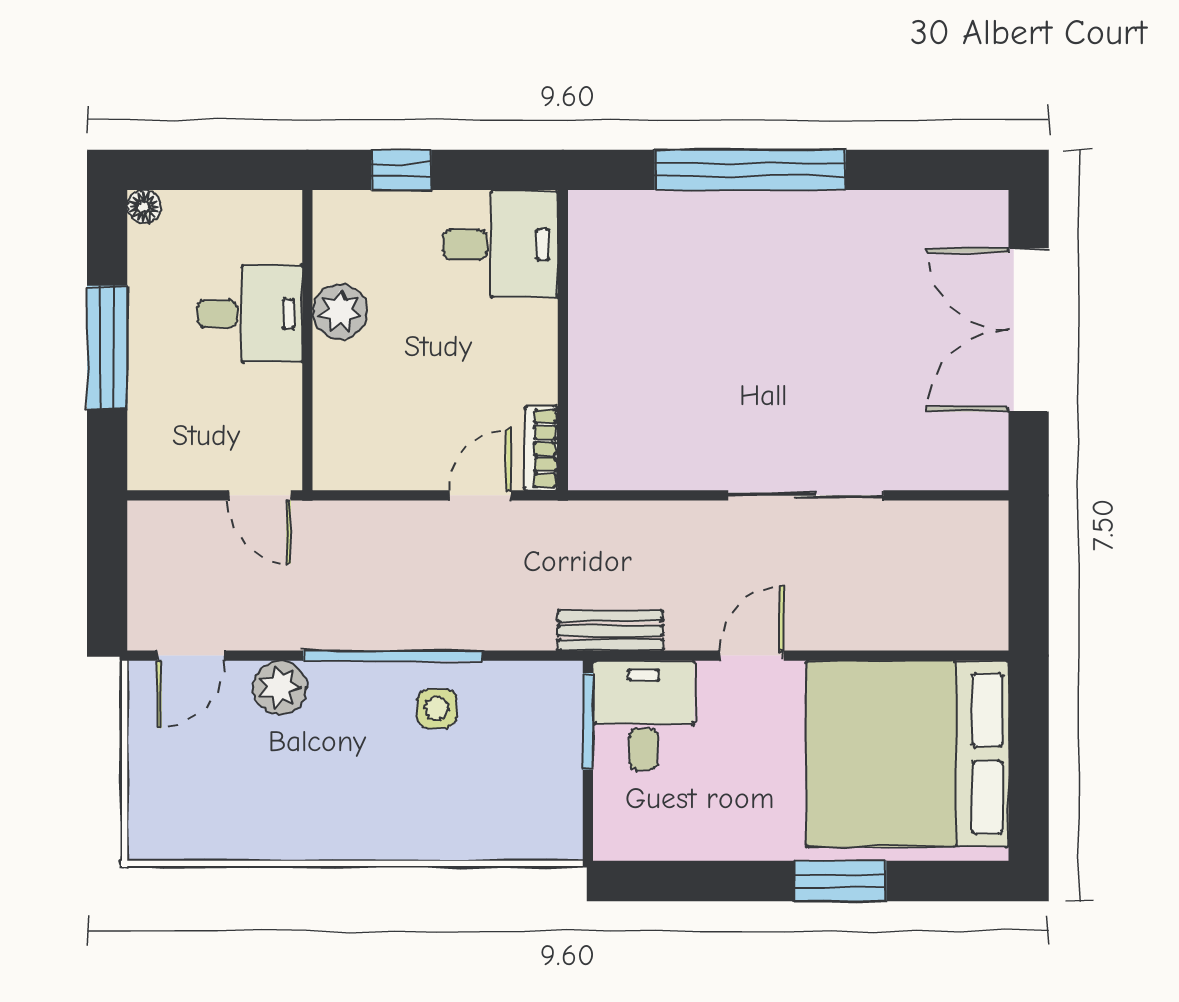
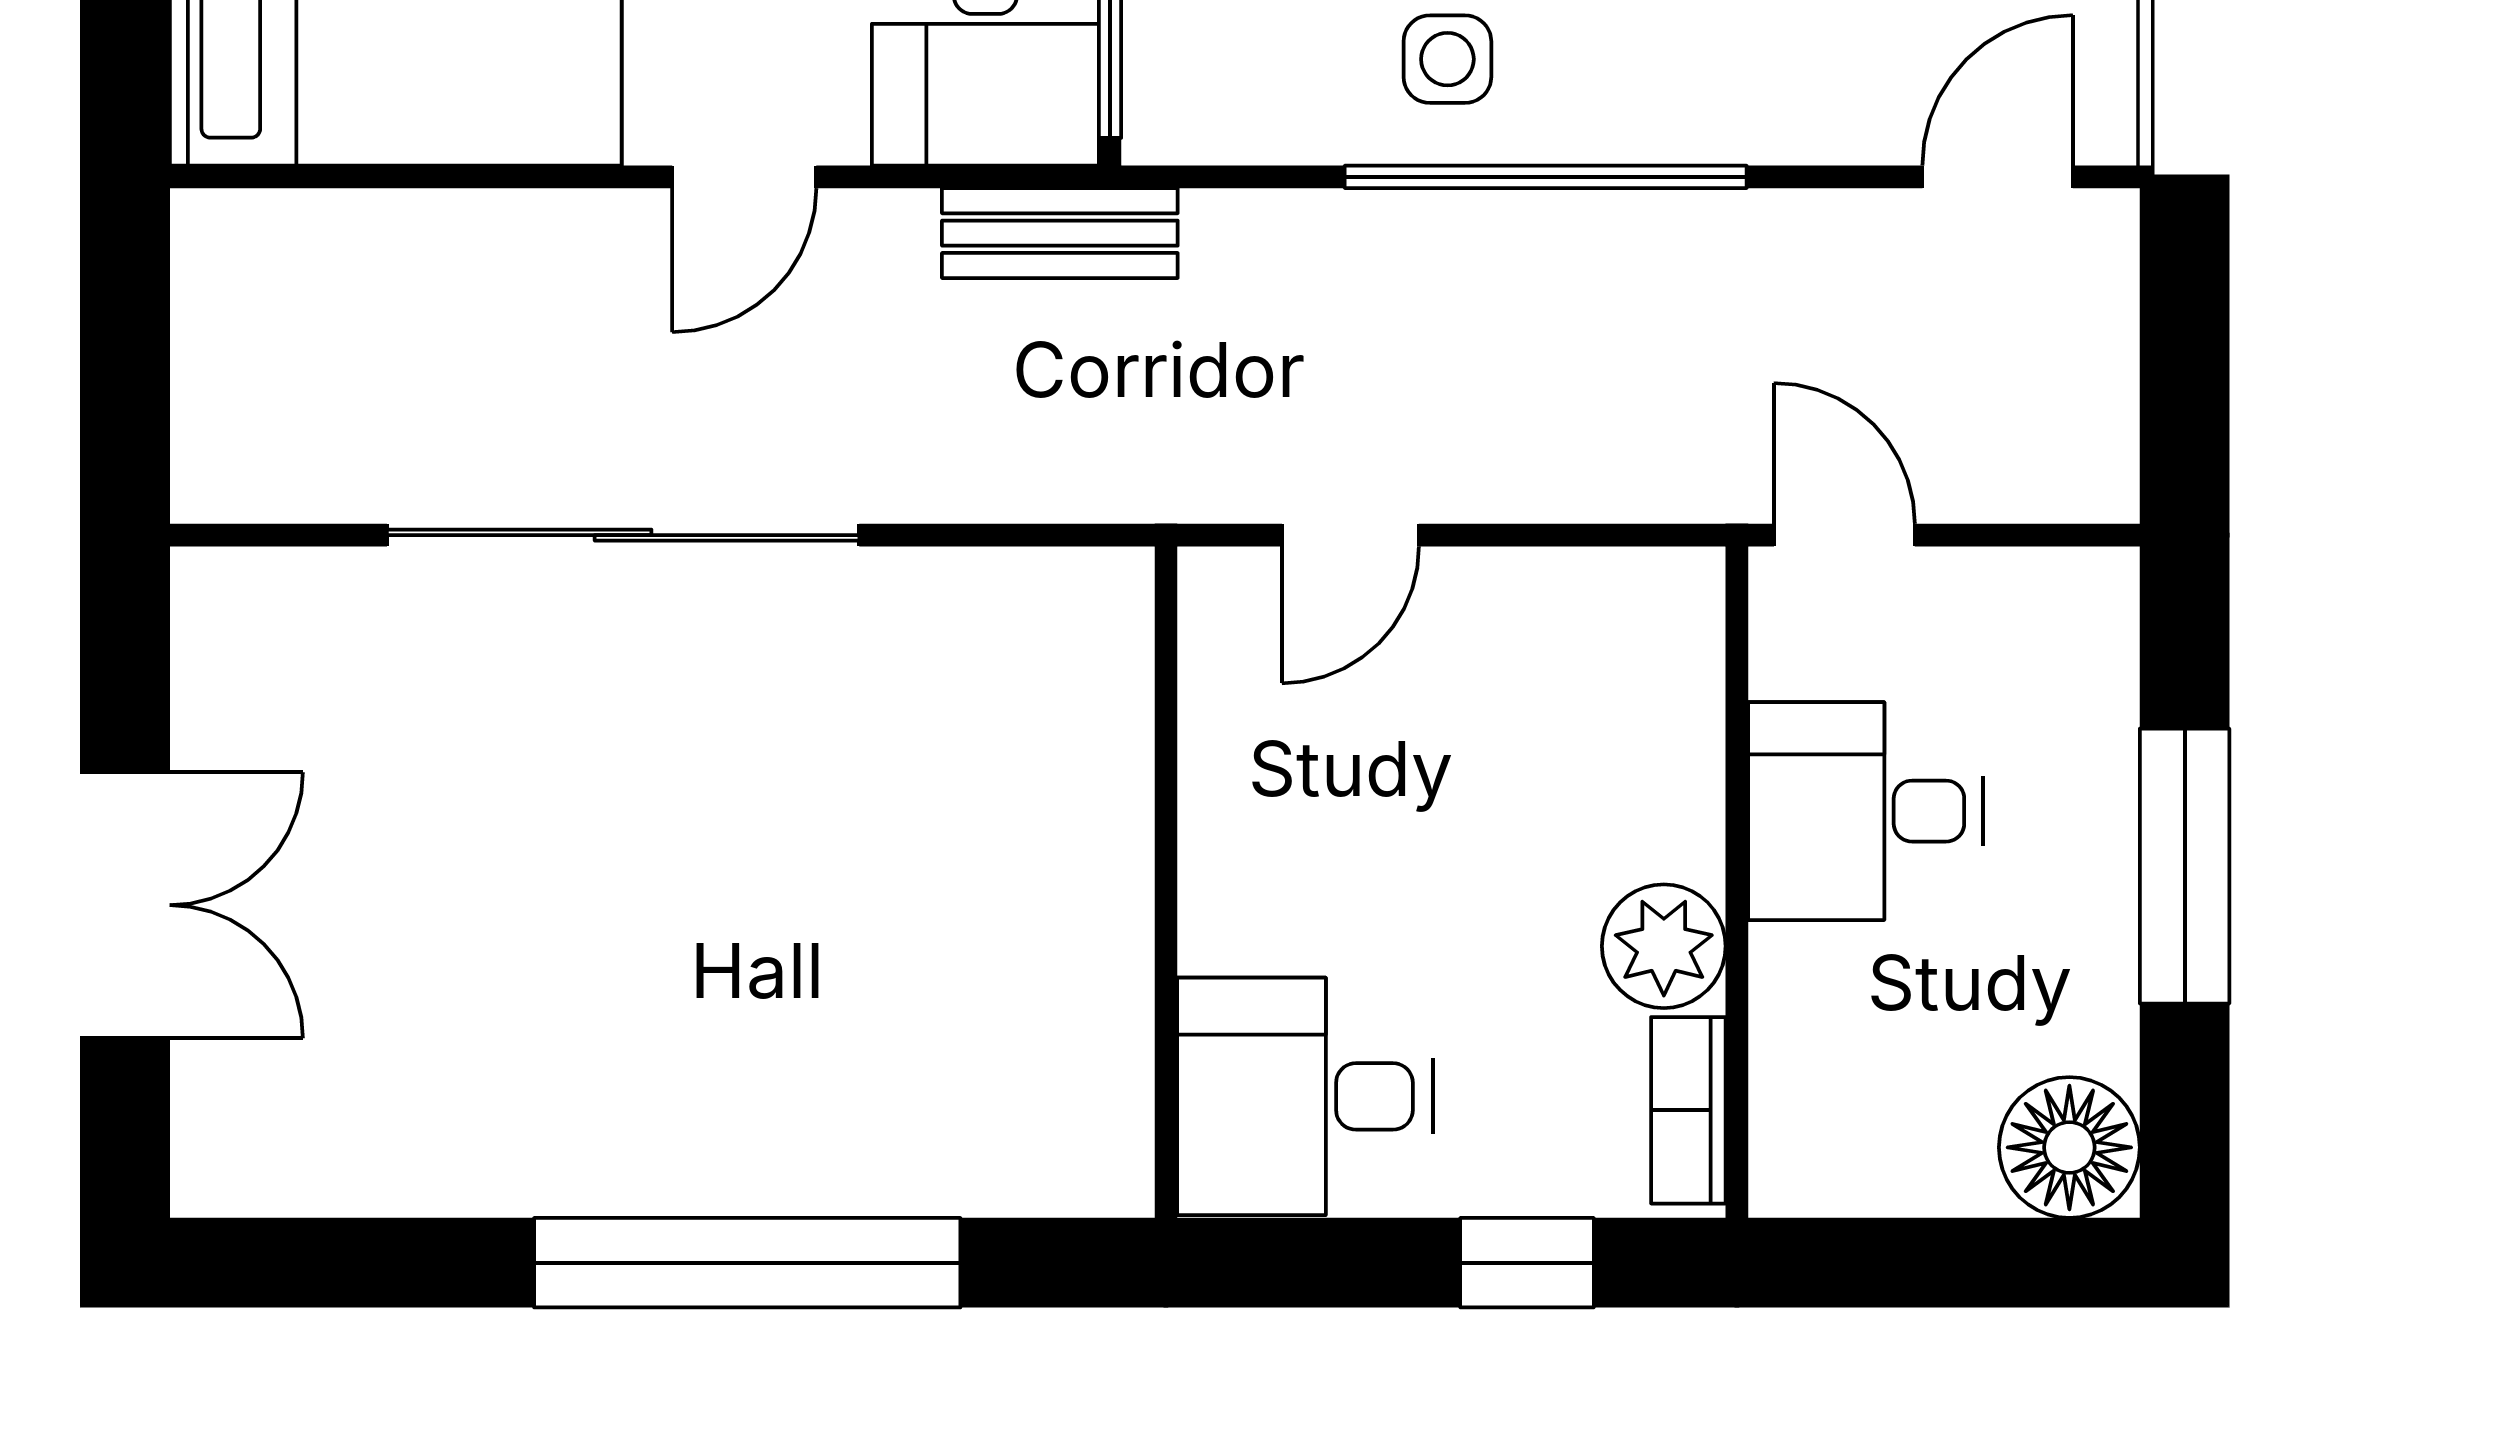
floor lamp: (144, 207) -> (2069, 1147), width x1.89, depth x1.89
desk: (250, 314) -> (1866, 811), moved
double door: (1029, 330) -> (125, 905), width x0.73
bookcase: (541, 448) -> (1688, 1110), moved, turned 180
sliding door: (806, 495) -> (623, 535), width x1.36
plant: (280, 687) -> (1799, 106), removed

